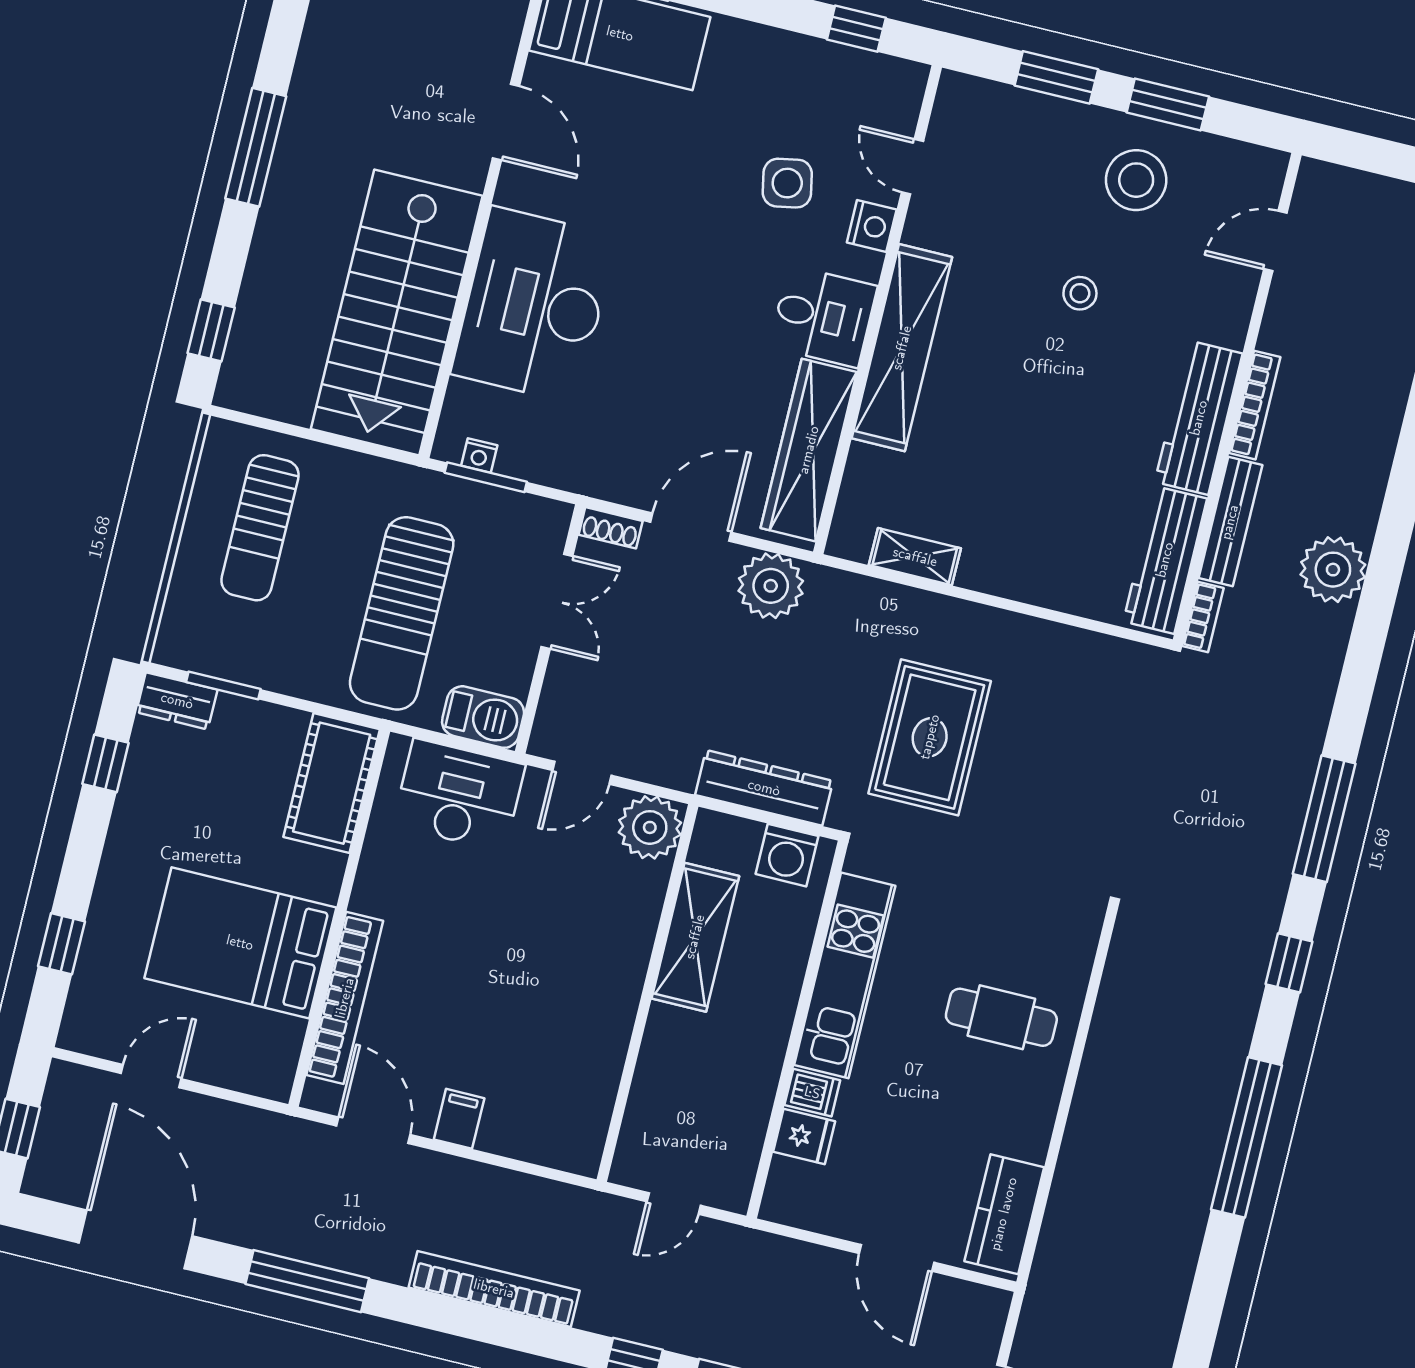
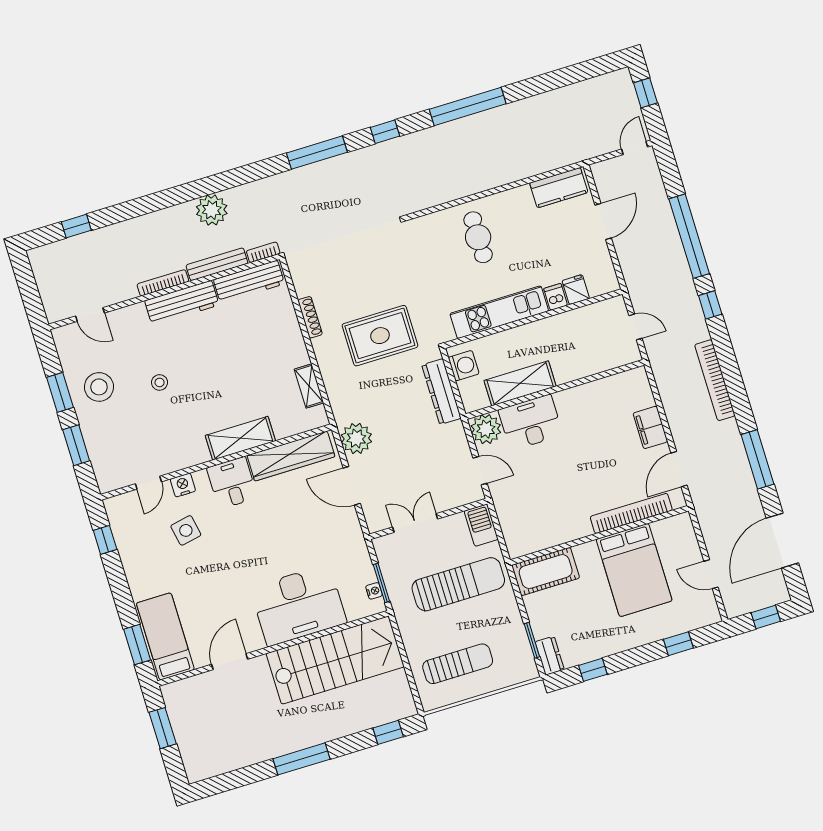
shelving: (902, 348) -> (240, 438), width x0.68
shoe rack: (611, 528) -> (310, 317), moved, width x1.43
desk: (459, 795) -> (531, 422), moved, turned 90
filing cabinet: (459, 1119) -> (650, 427), width x2.00

